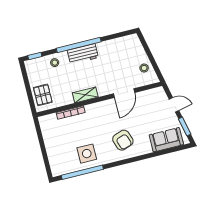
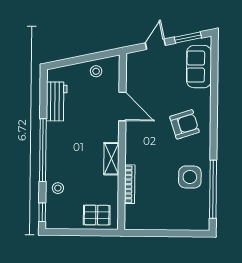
workbench: (83, 54) -> (57, 101), moved

